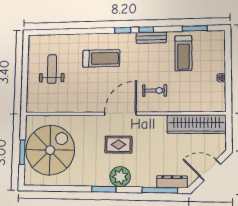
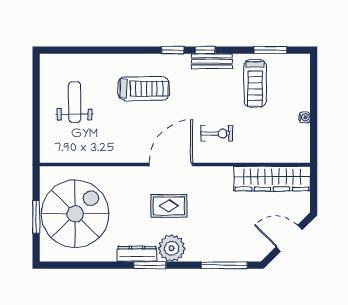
dresser: (172, 182) -> (137, 254), moved

